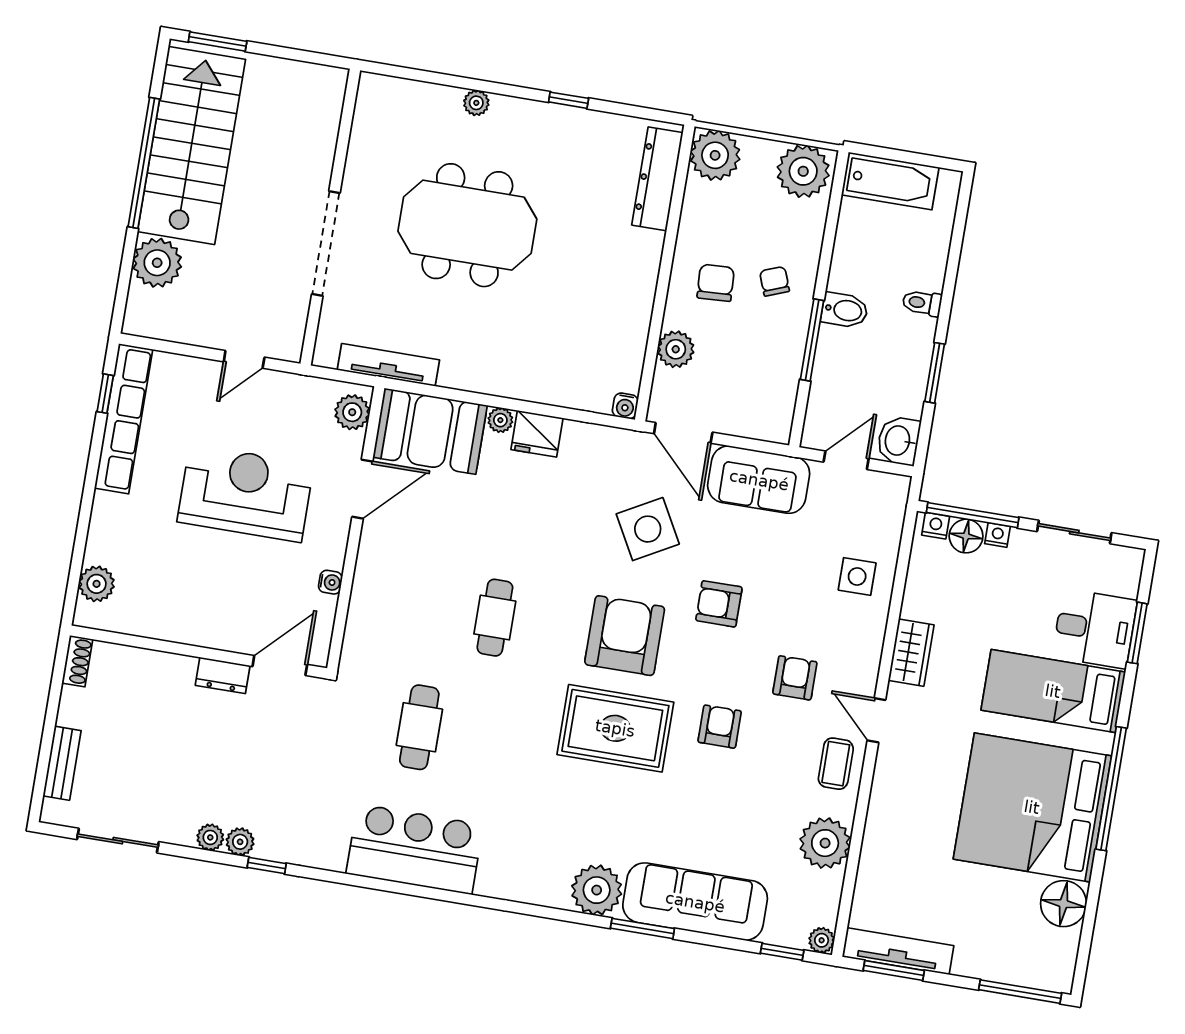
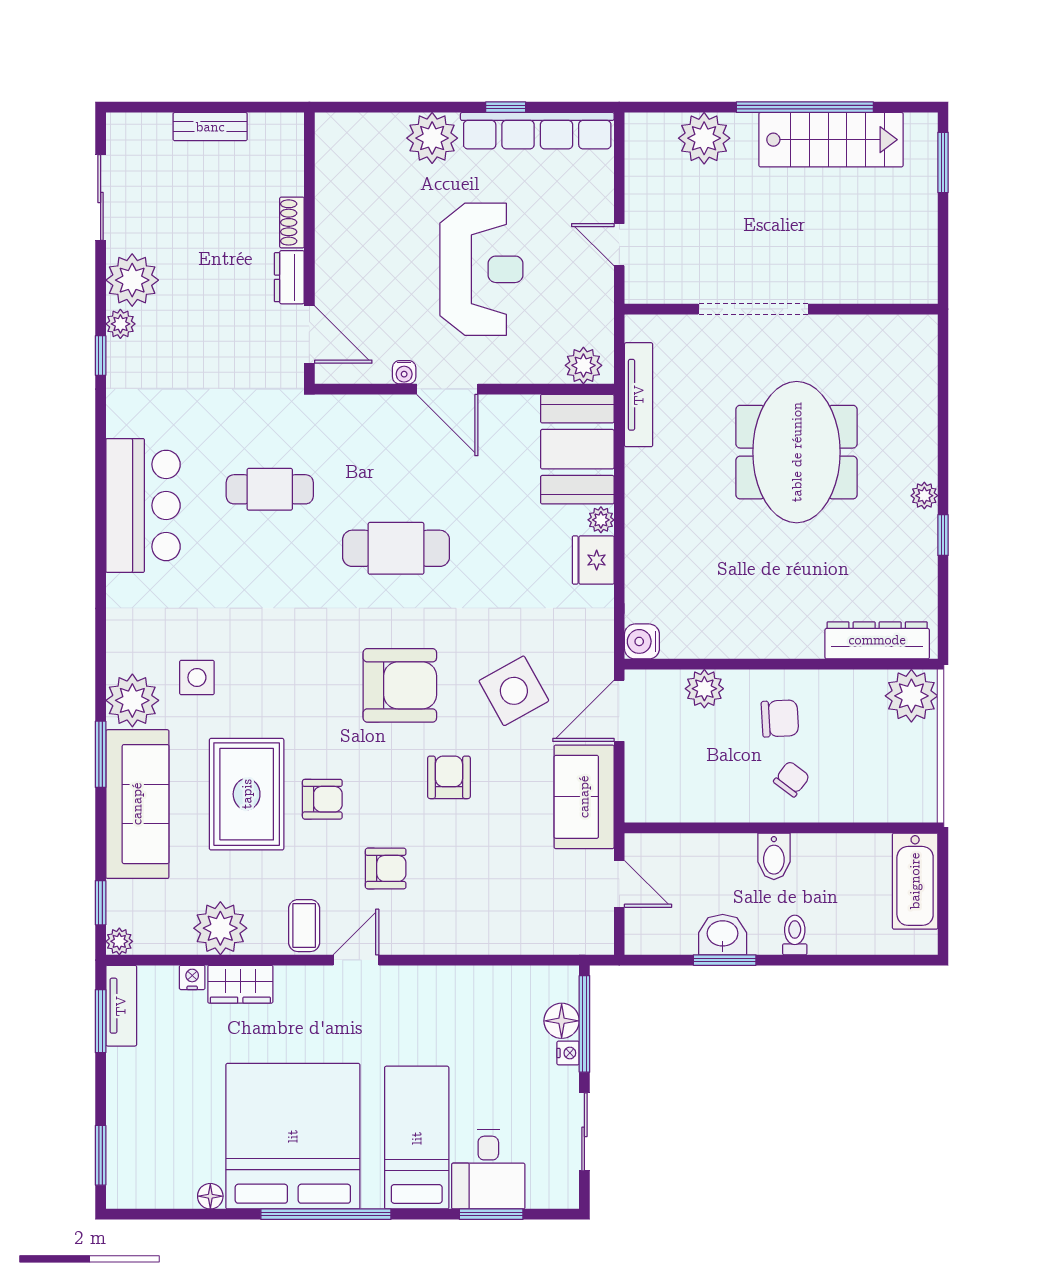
plant: (476, 103) -> (924, 496), moved
stairs: (191, 146) -> (831, 140), width x0.73, depth x0.66
plant: (803, 171) -> (910, 790), removed
chair: (774, 281) -> (792, 779), turned -32
window: (812, 340) -> (737, 828), removed
window: (105, 394) -> (506, 107), moved
water cooler: (625, 406) -> (642, 641), width x1.38, depth x1.38
washbasin: (899, 441) -> (723, 935), moved
door: (362, 489) -> (447, 389), moved
nightstand: (936, 526) -> (192, 977), moved, turned -90
side table: (857, 577) -> (197, 677), moved
plant: (97, 584) -> (432, 138), moved, width x1.36, depth x1.36
cafe table: (495, 618) -> (396, 548), width x1.37, depth x1.35
wardrobe: (911, 653) -> (240, 984), moved
shoe rack: (77, 661) -> (292, 222), moved, turned 90
rug: (615, 728) -> (247, 794), moved
bench: (62, 763) -> (210, 127), moved
coffee table: (836, 764) -> (304, 926), turned 90
plant: (210, 837) -> (132, 280), width x1.88, depth x1.88
floor lamp: (1064, 904) -> (210, 1196), width x0.53, depth x0.53
tv unit: (898, 951) -> (121, 1006), width x0.71
window: (1020, 992) -> (101, 1155), width x0.69

